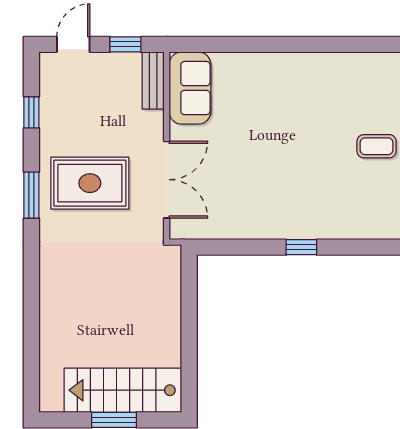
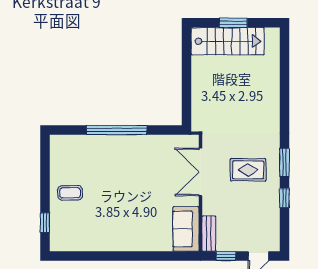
window: (31, 112) -> (284, 198), moved
rug: (90, 183) -> (248, 170), width x0.73, depth x0.70
window: (301, 247) -> (117, 130), width x3.17

